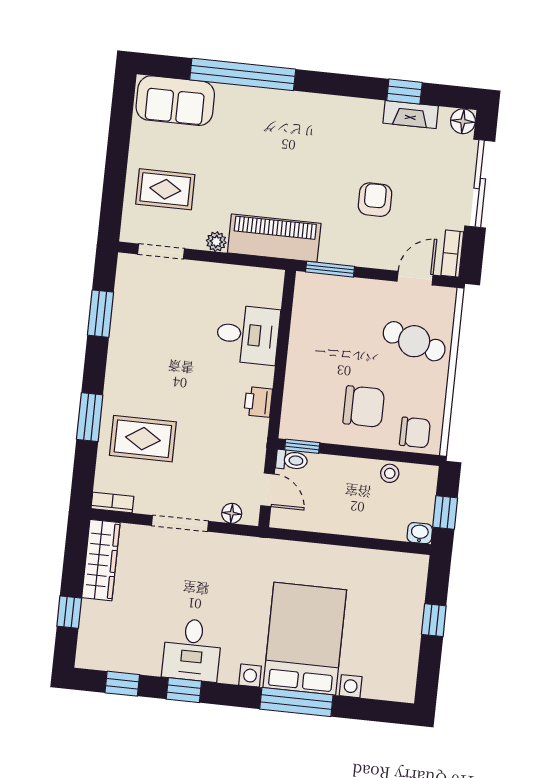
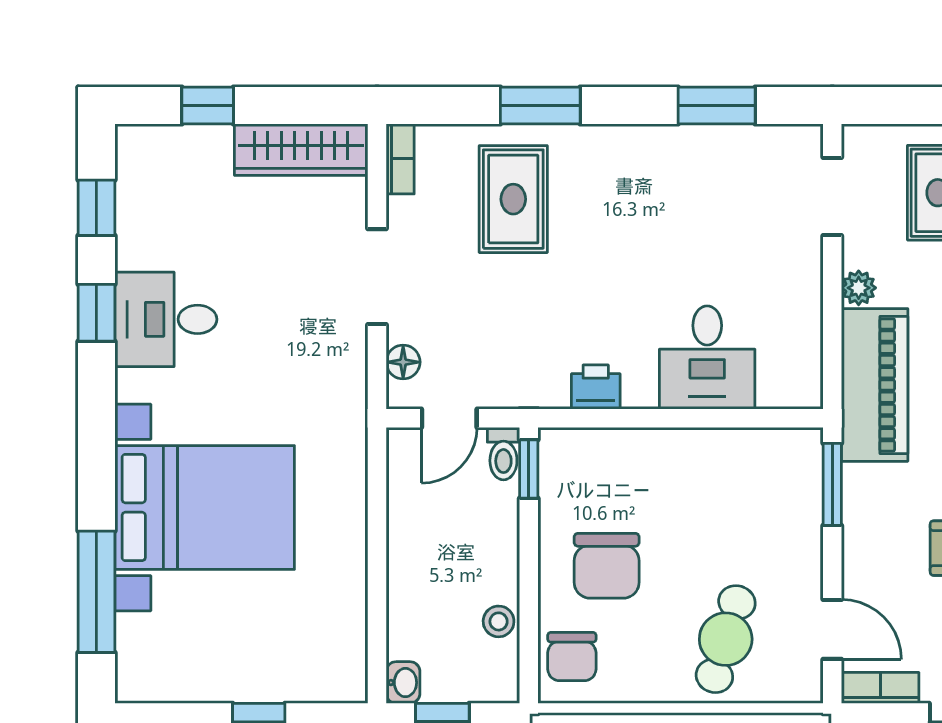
window: (296, 702) -> (96, 592), moved

